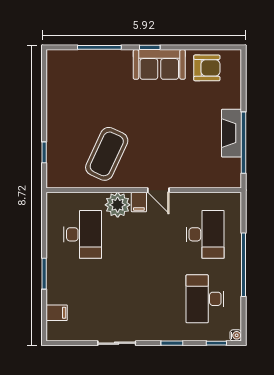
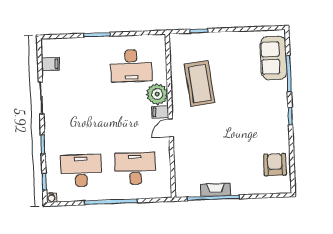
sofa: (159, 64) -> (274, 58), moved
armchair: (207, 68) -> (275, 165), turned 180
fireplace: (232, 133) -> (216, 190), width x0.73, depth x0.76
coffee table: (107, 154) -> (200, 83), turned 58
desk: (205, 234) -> (135, 169), turned 180
filing cabinet: (57, 313) -> (50, 64), moved, turned -90

